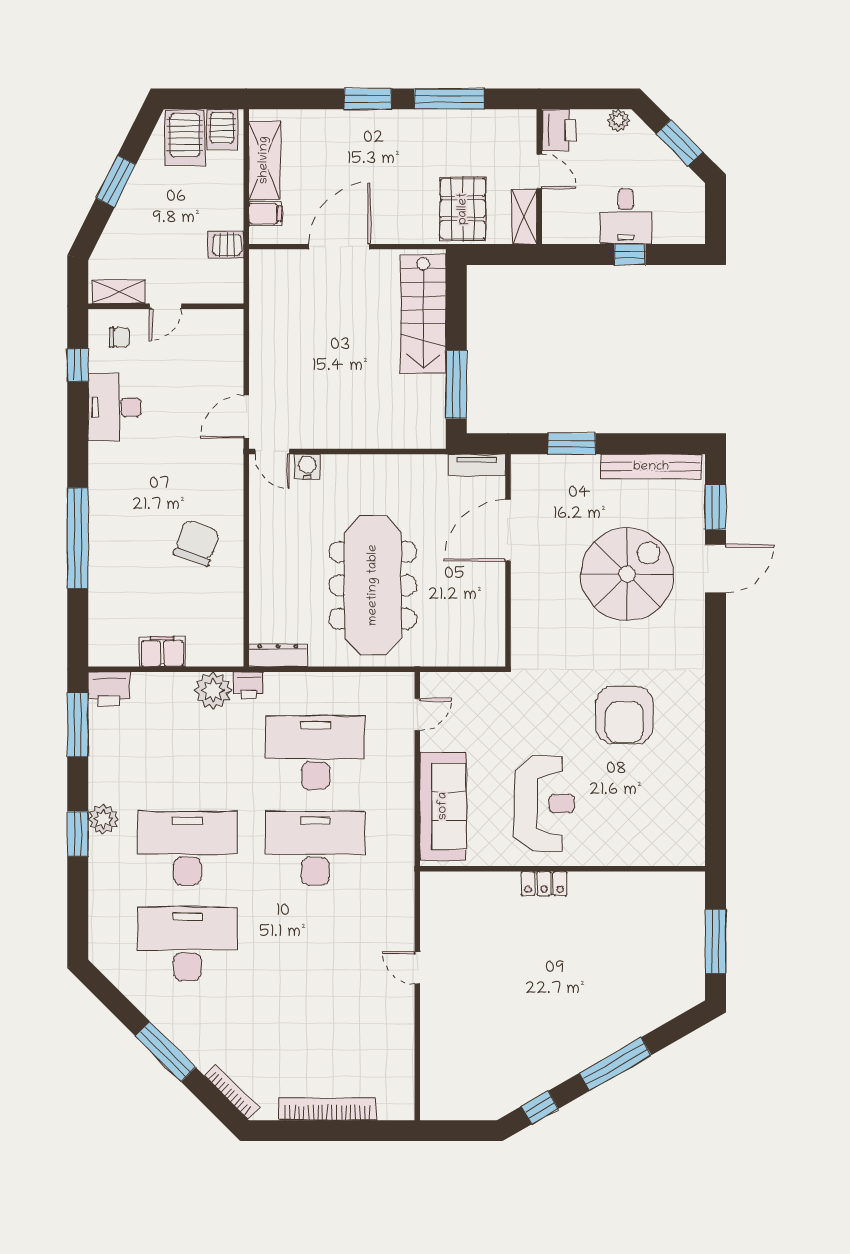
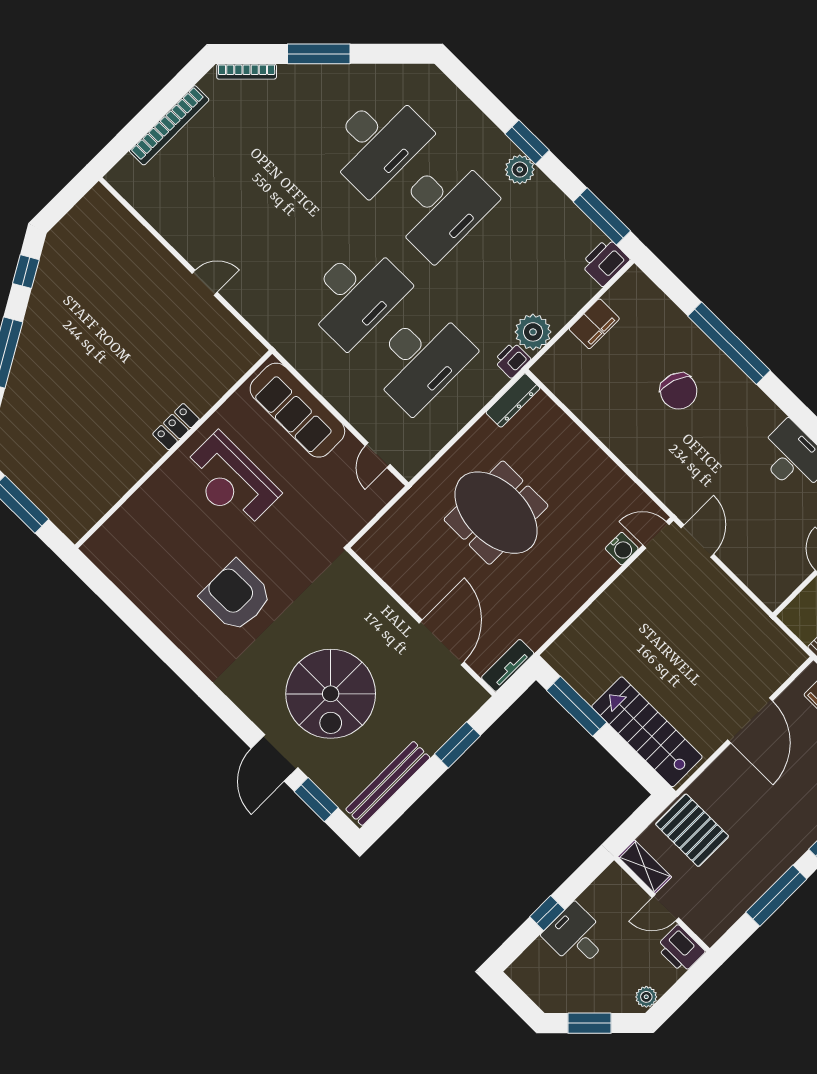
chair: (197, 543) -> (679, 391), moved
meeting table: (373, 585) -> (496, 513), width x0.73

